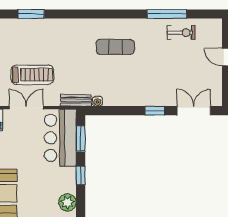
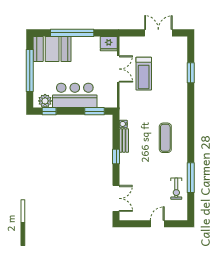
bench: (76, 100) -> (124, 141), moved
window: (155, 111) -> (116, 157), moved
bar counter: (60, 138) -> (75, 95), moved
window: (81, 176) -> (49, 111), moved

